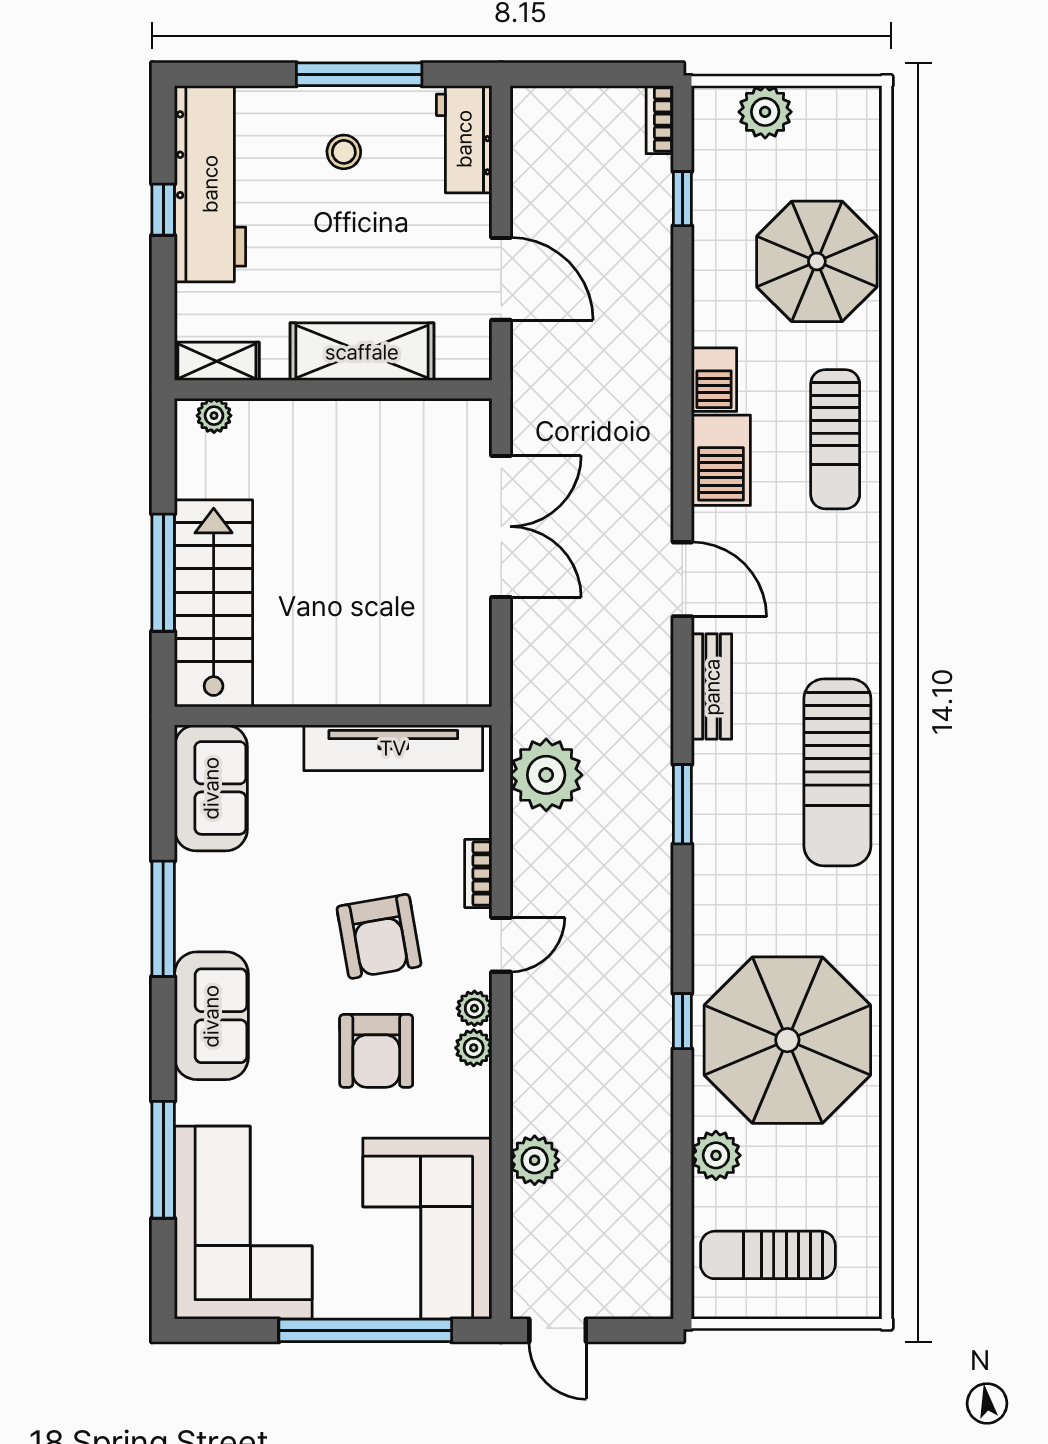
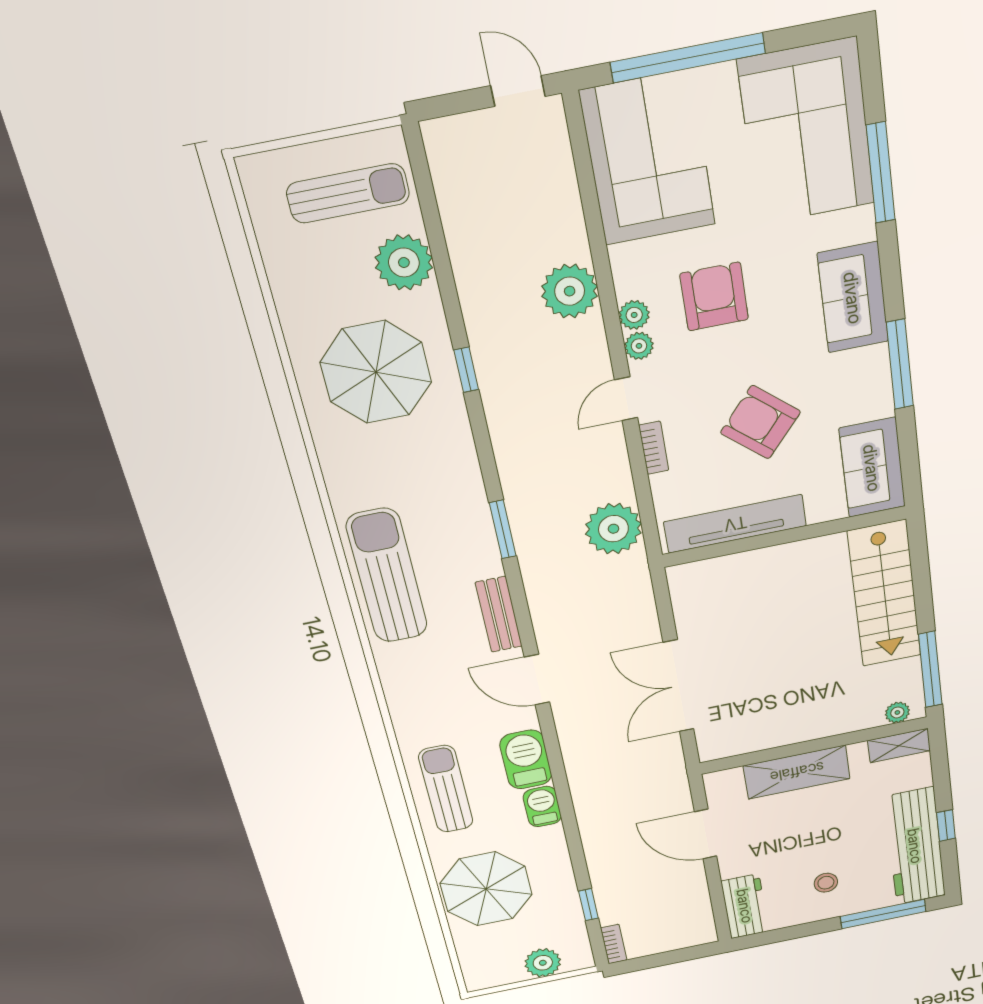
window: (359, 74) -> (883, 914), moved
window: (163, 573) -> (930, 669), moved
armchair: (379, 936) -> (760, 422), moved, turned -39
parasol: (787, 1040) -> (376, 372), width x0.73, depth x0.73
plant: (716, 1155) -> (404, 262), width x1.36, depth x1.36
plant: (535, 1160) -> (570, 291), moved, width x1.36, depth x1.36

